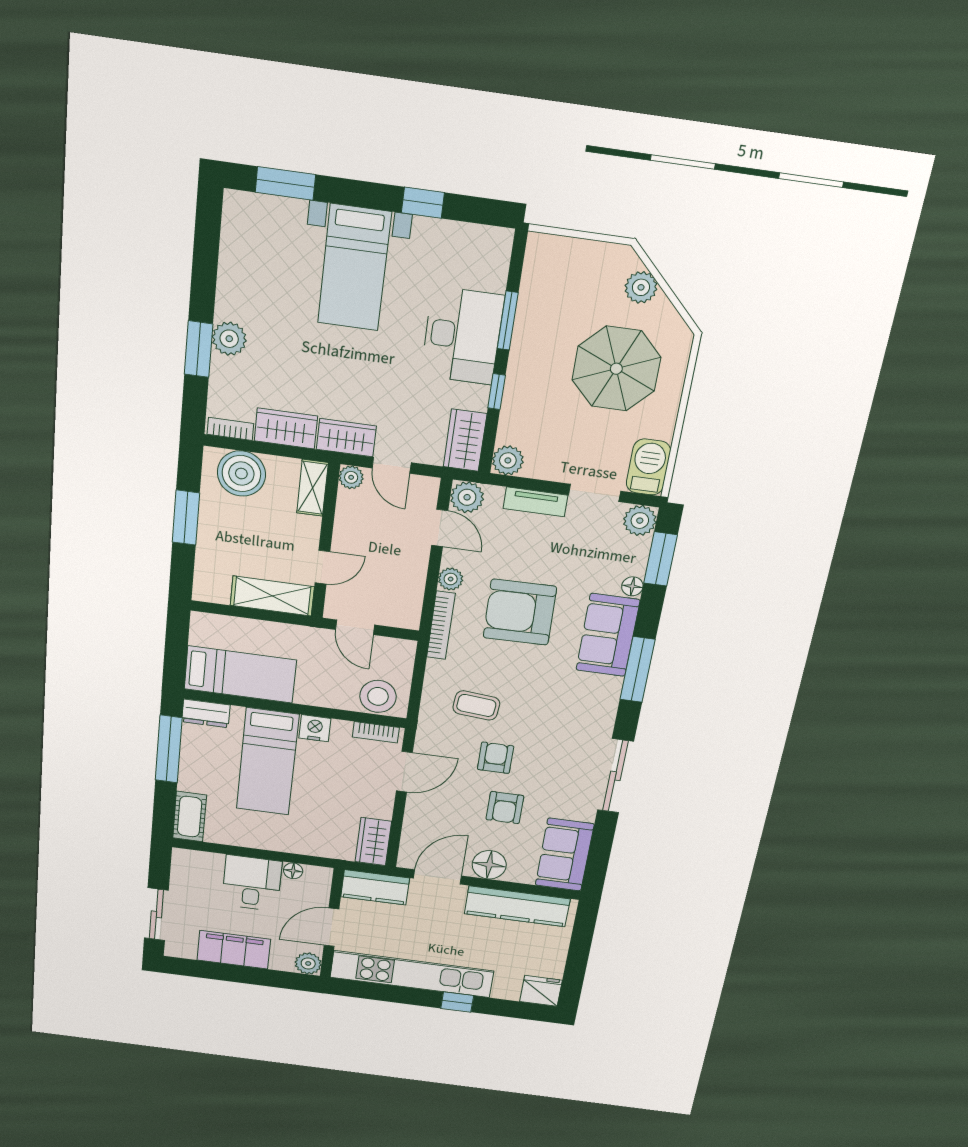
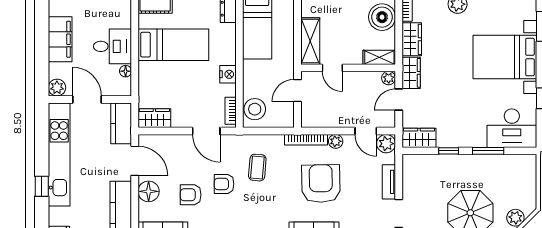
bed with nightstands: (354, 268) -> (505, 57), width x1.36
desk: (462, 336) -> (512, 128), moved
plant: (508, 460) -> (411, 163), removed
door: (440, 528) -> (366, 131), hinge flipped
armchair: (495, 758) -> (224, 184), turned 180
bed: (268, 762) -> (173, 45), moved, turned 180

